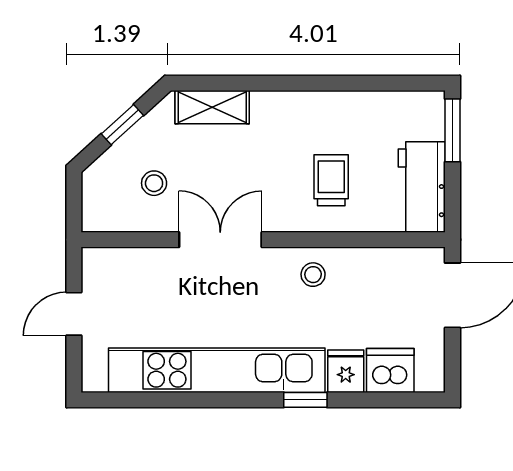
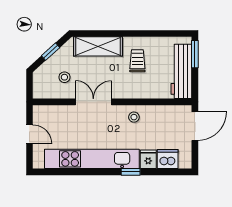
shelving: (212, 107) -> (98, 46), width x1.50, depth x1.33
trolley: (331, 180) -> (137, 61), moved
workbench: (422, 187) -> (181, 71), width x1.38
door: (74, 314) -> (29, 134), swing flipped

